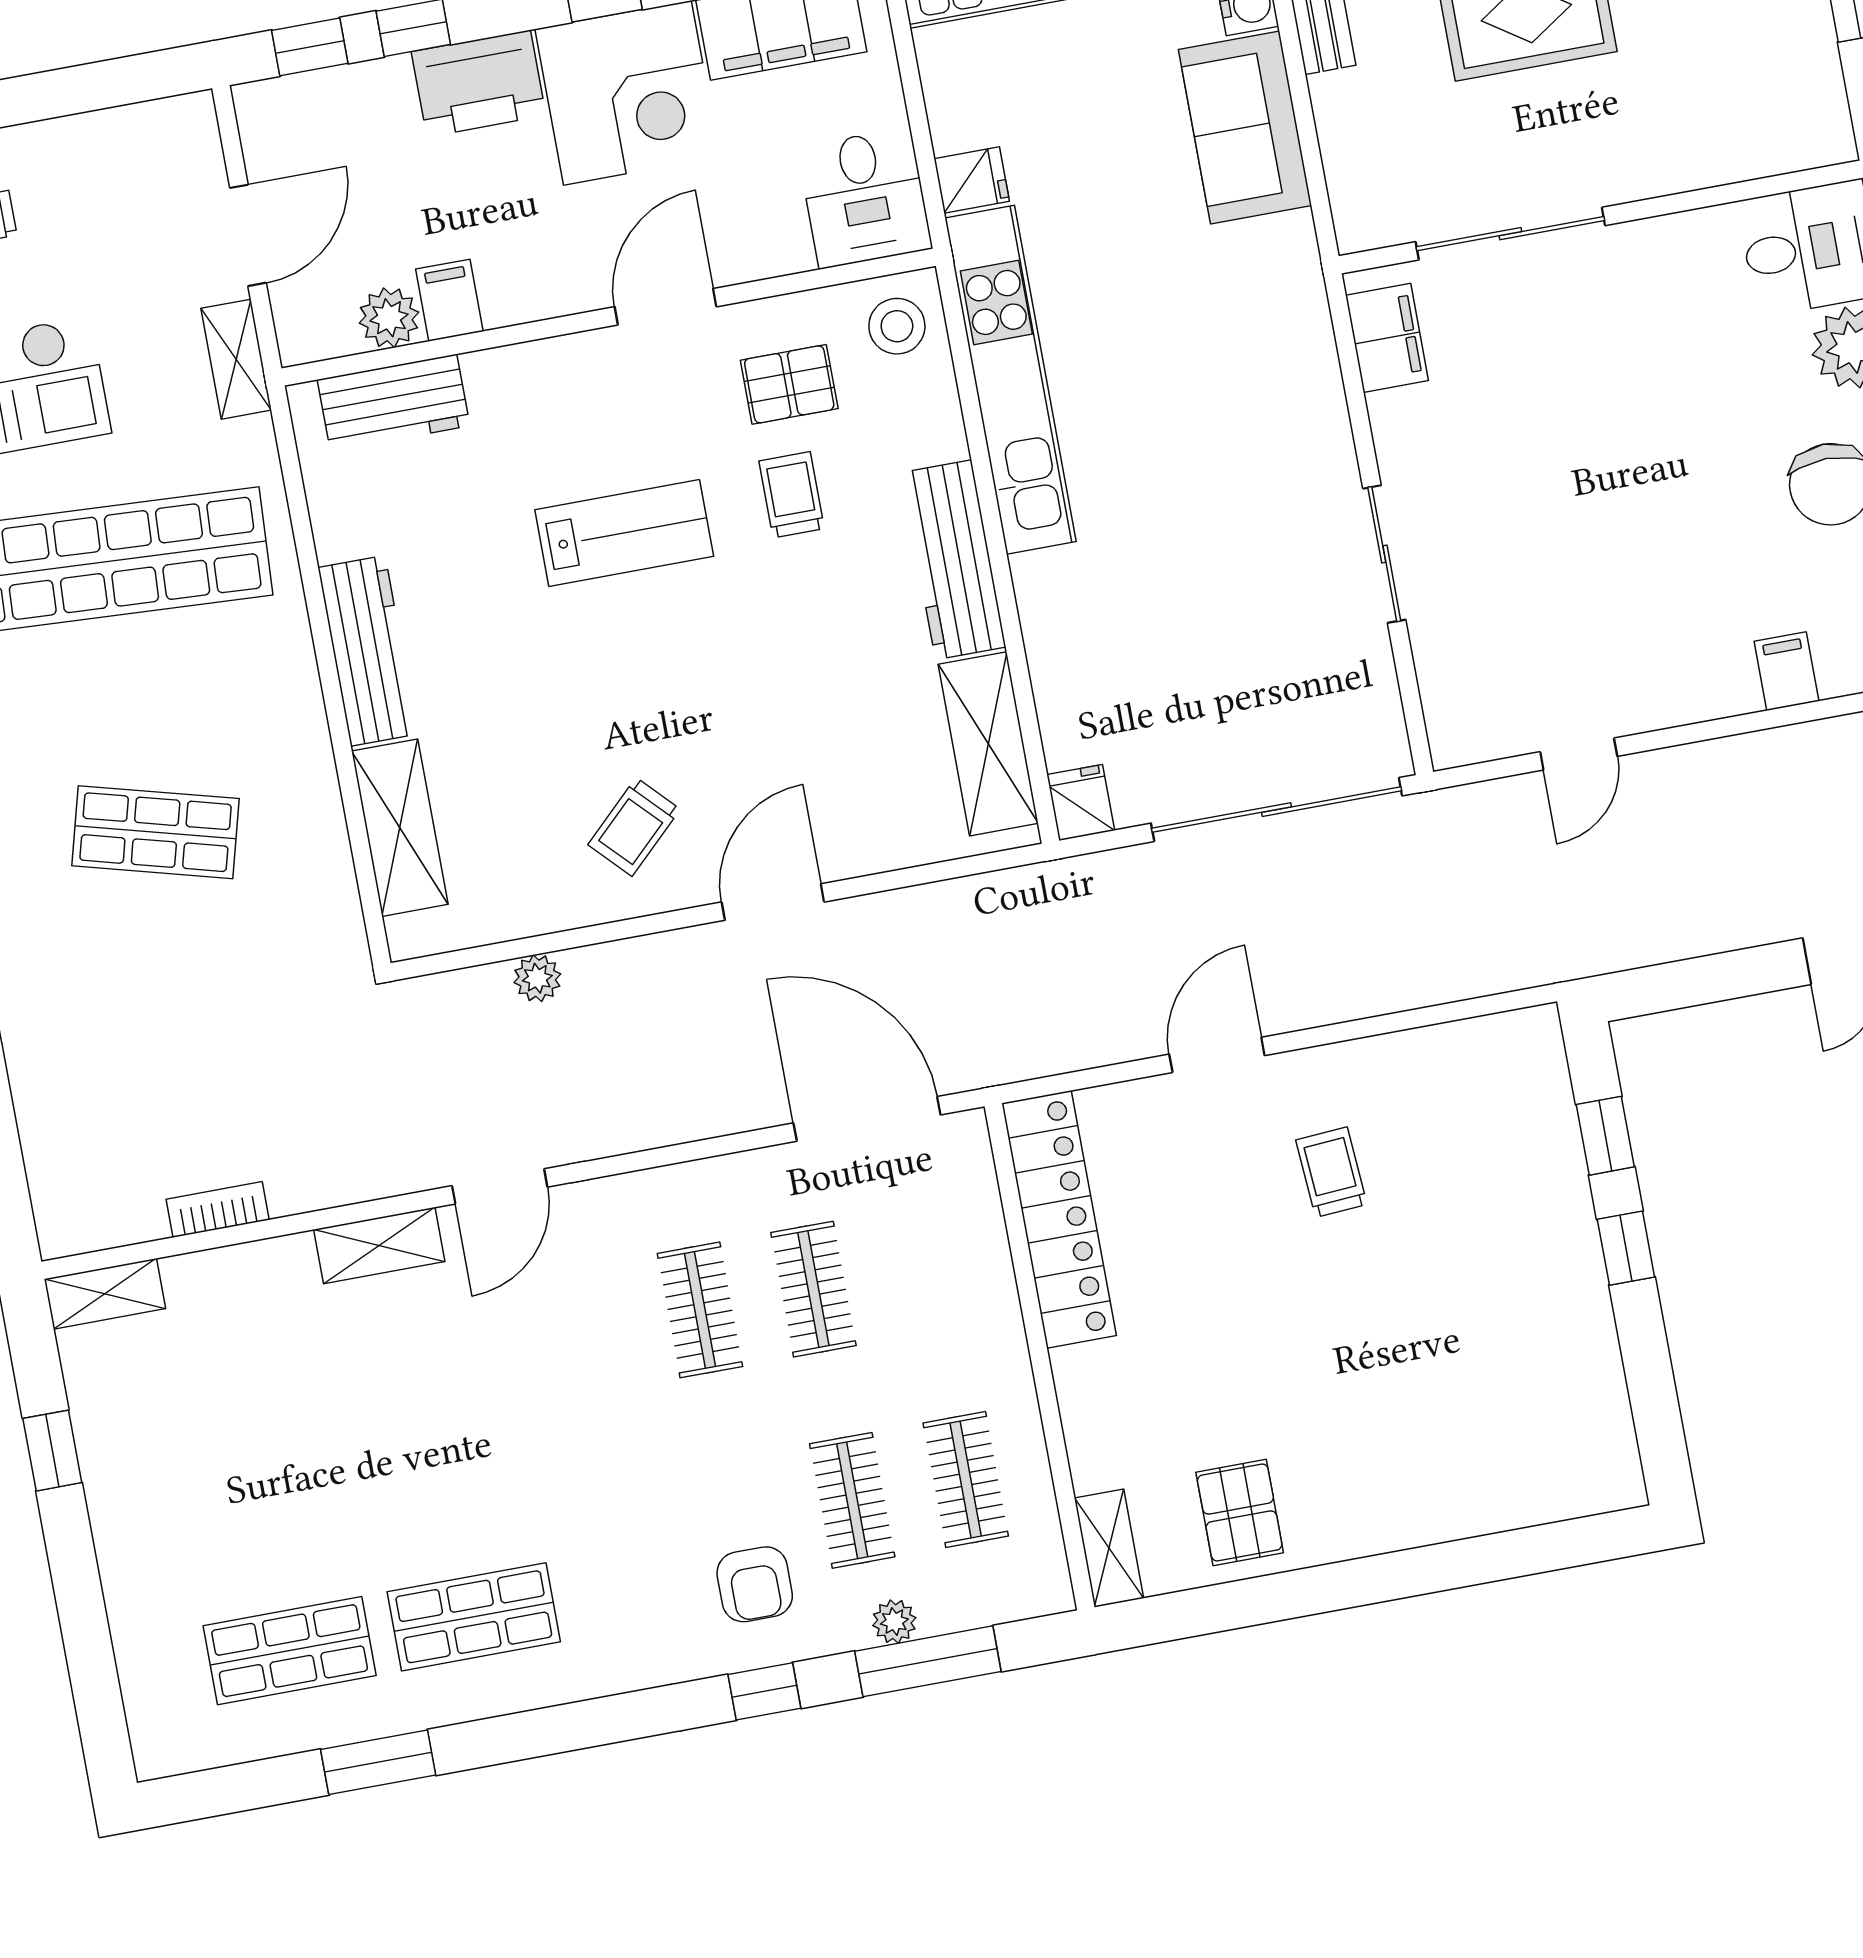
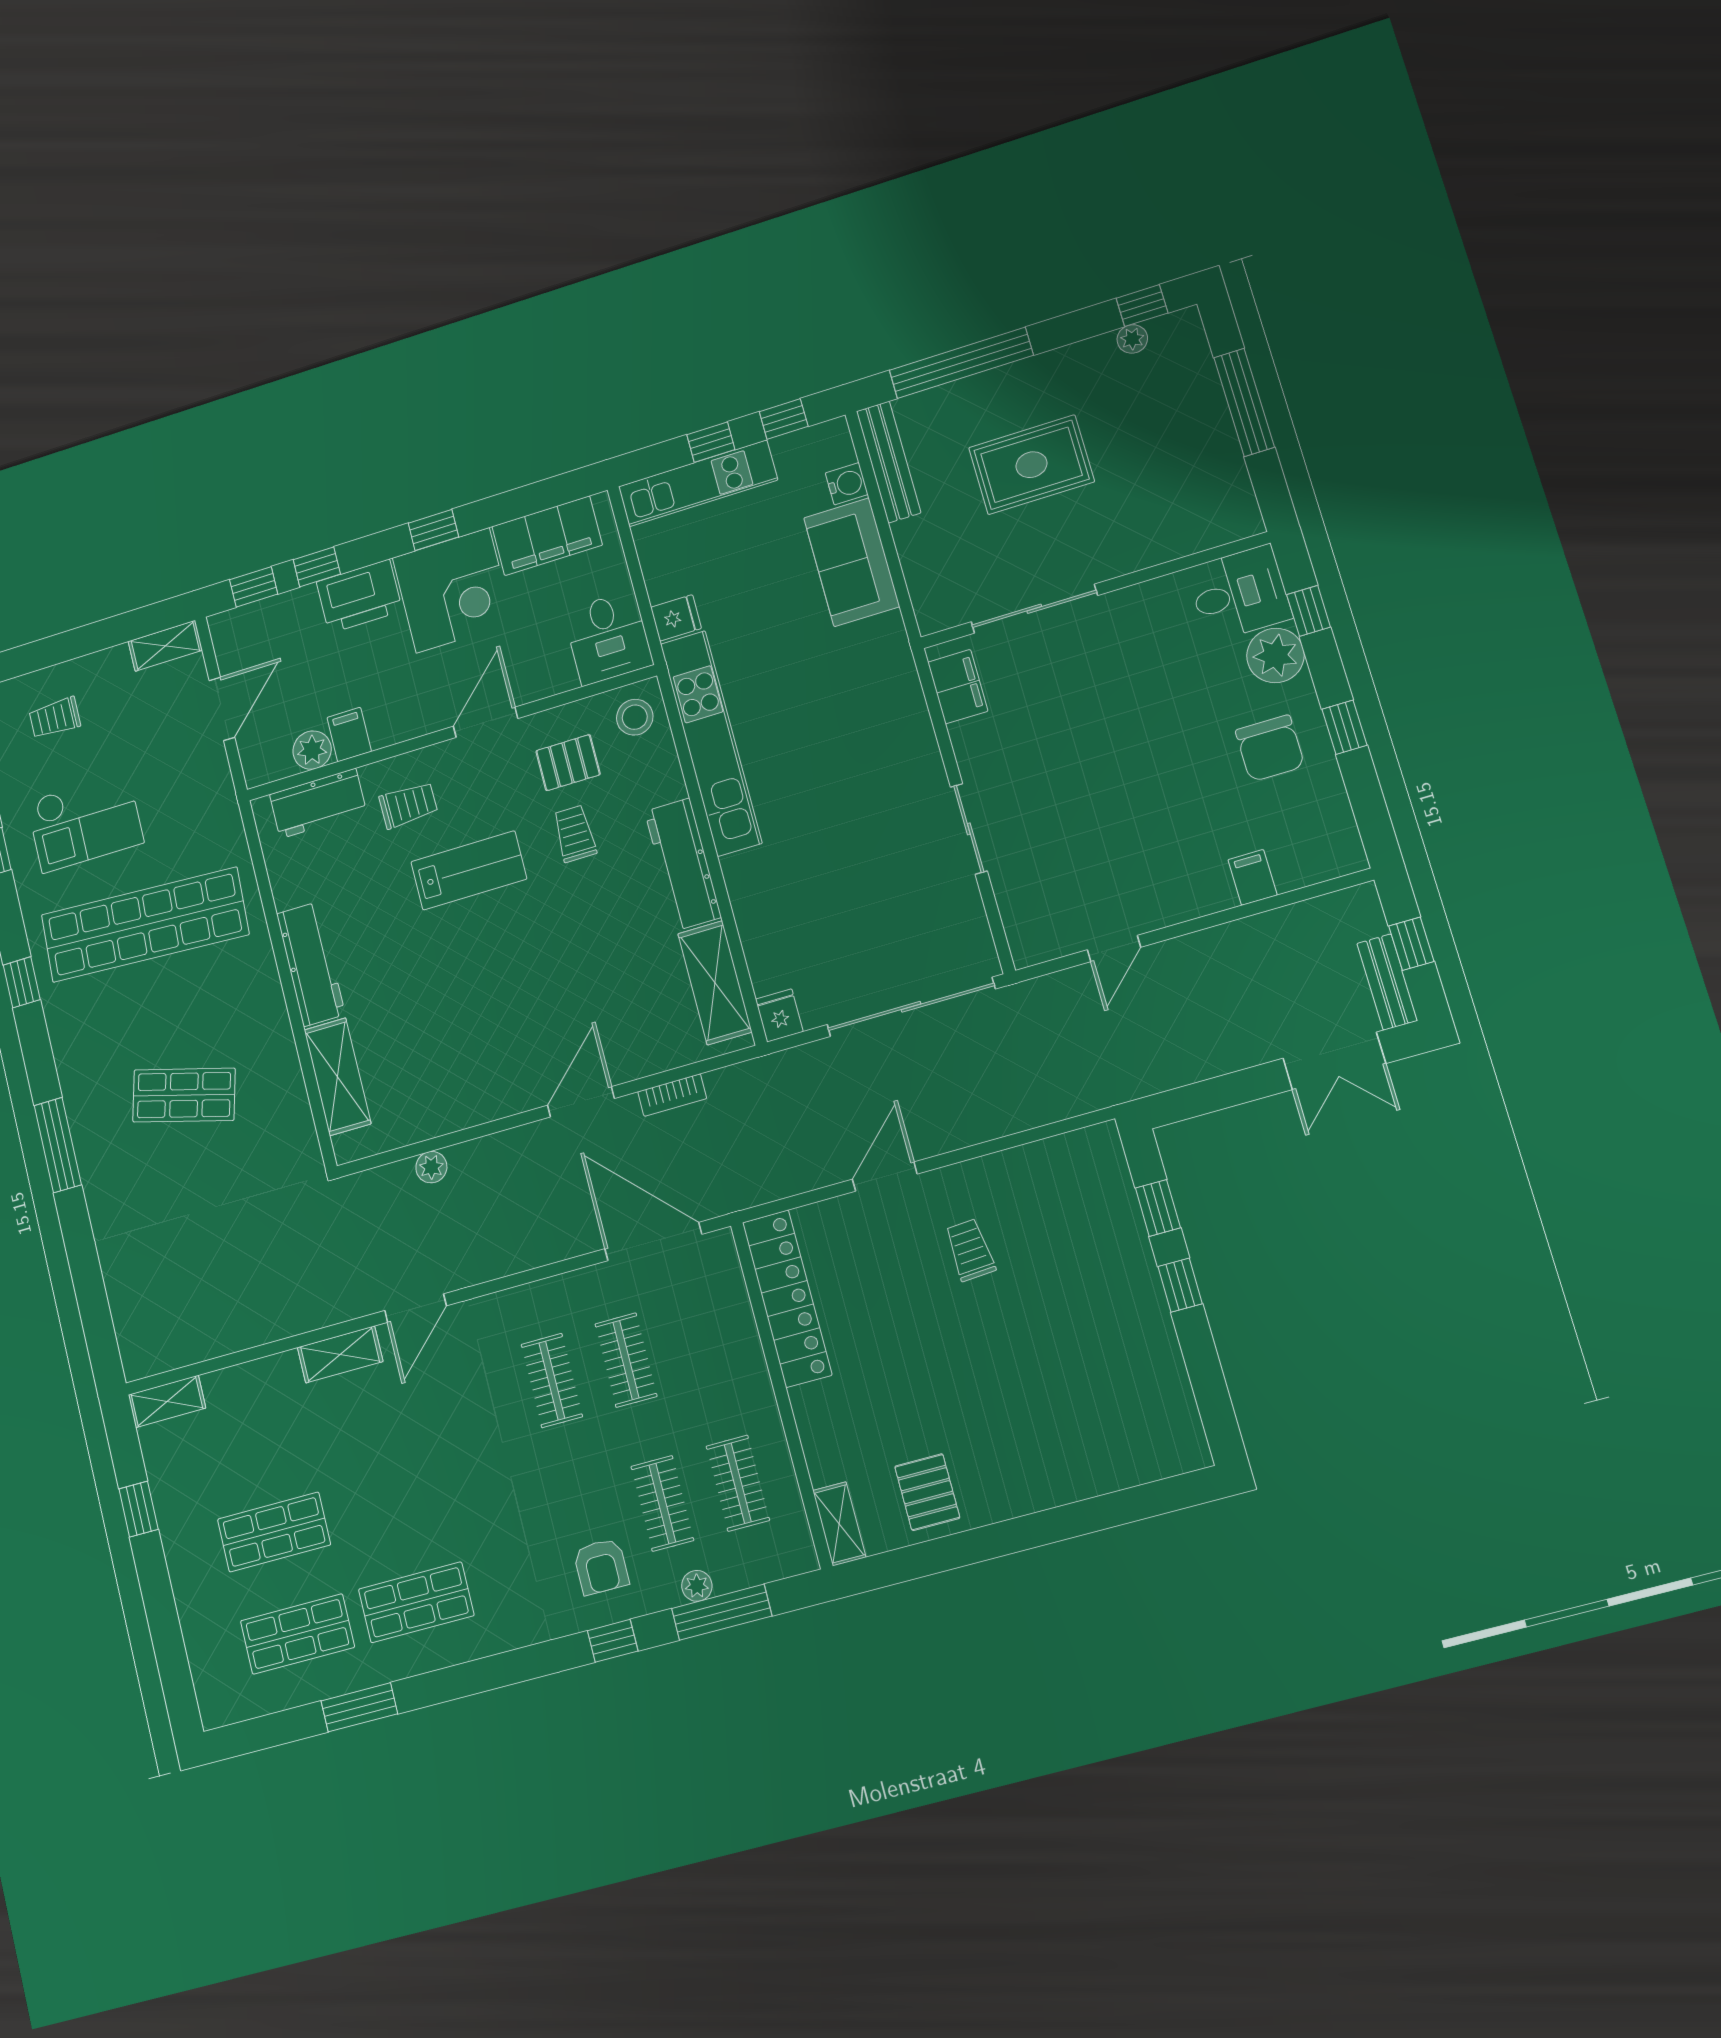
shelving: (236, 359) -> (165, 646), moved, turned 90
trolley: (634, 827) -> (408, 805), moved, turned -137
bookcase: (218, 1210) -> (672, 1095), moved, turned 180
shop shelf: (262, 1499) -> (274, 1532), added

